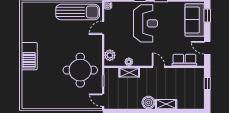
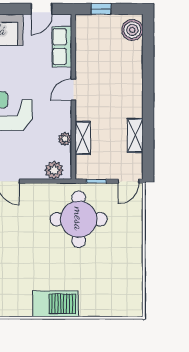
boiler: (148, 103) -> (132, 30), moved
shelving: (166, 104) -> (135, 135), moved

